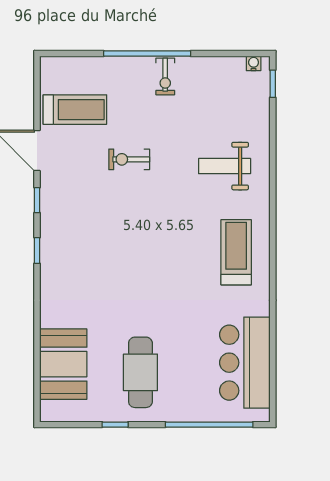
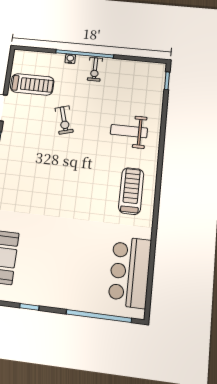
water cooler: (254, 63) -> (70, 59), moved
exercise bike: (129, 159) -> (64, 120), turned -106
cafe table: (140, 372) -> (53, 270), removed

